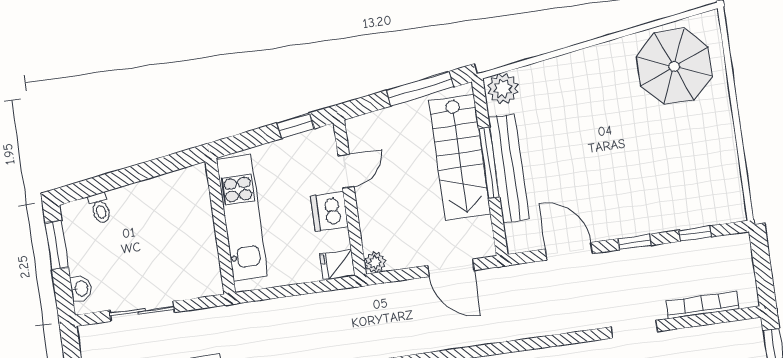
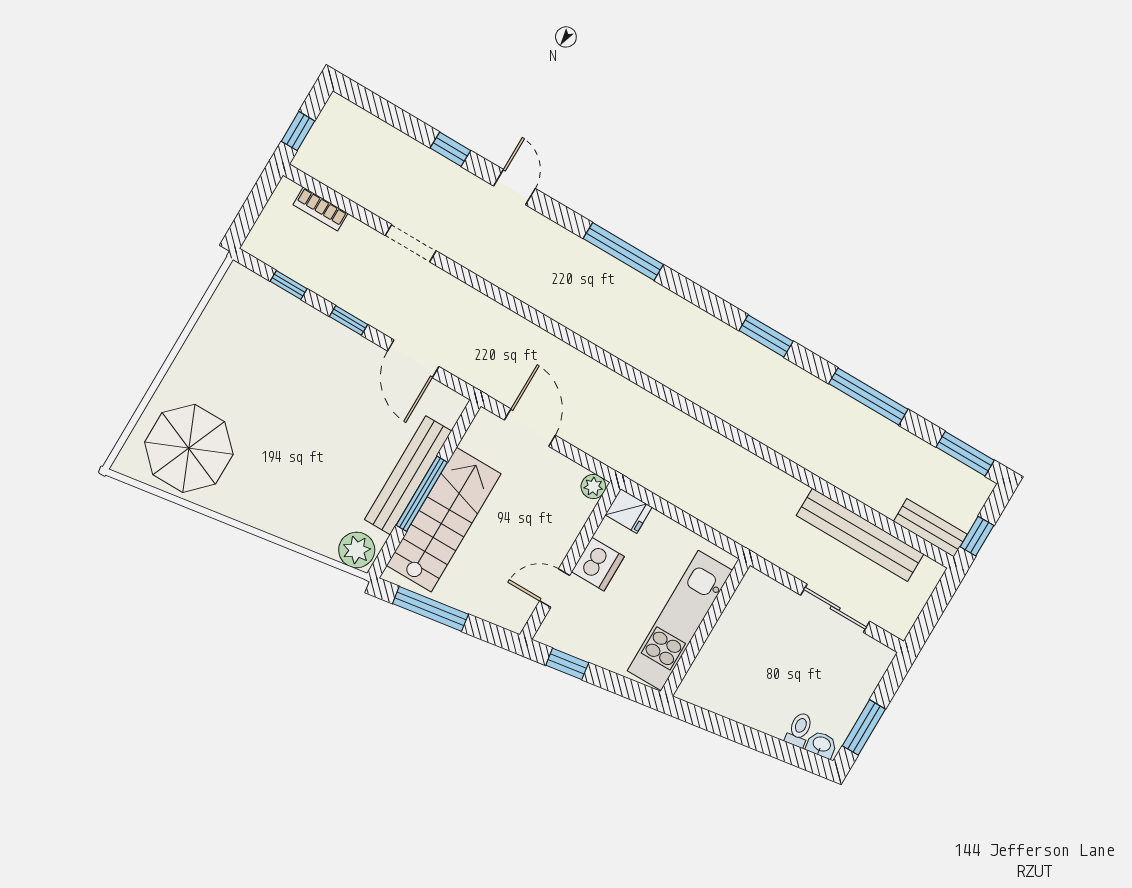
washbasin: (81, 288) -> (822, 745), moved, turned 81
bookcase: (702, 305) -> (320, 209), width x0.64

